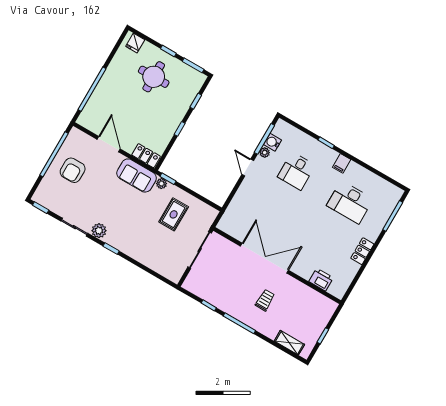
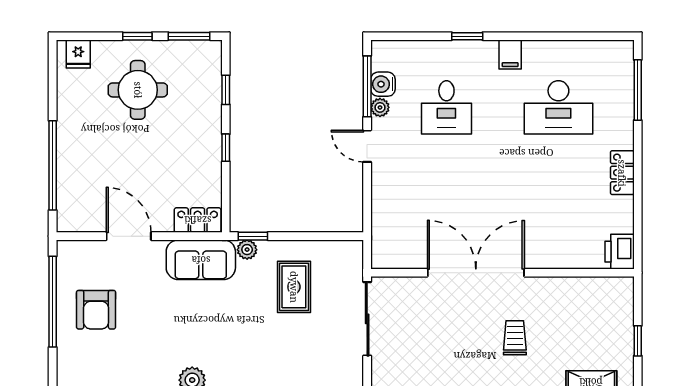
printer: (321, 280) -> (620, 252), moved, turned -90

